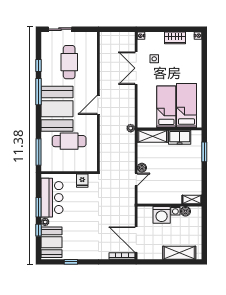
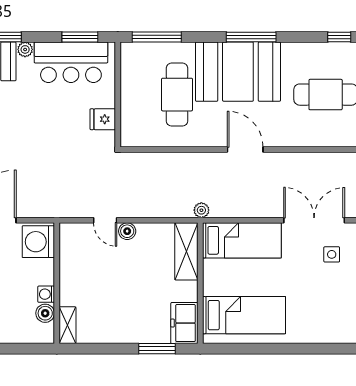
window: (39, 65) -> (339, 37), moved
window: (39, 92) -> (251, 37), moved
bed: (166, 107) -> (242, 240), moved
freezer: (180, 137) -> (184, 323), moved
window: (39, 207) -> (80, 37), moved
washing machine: (162, 215) -> (38, 242), moved

